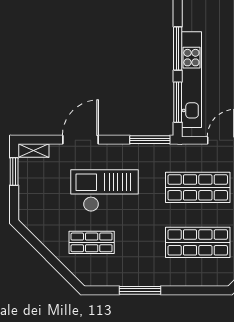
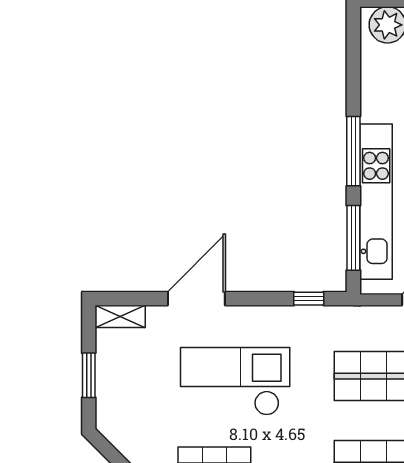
window: (150, 140) -> (309, 299), width x0.46
window: (14, 172) -> (89, 375), moved

